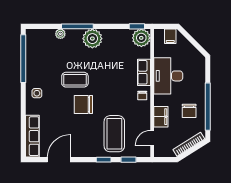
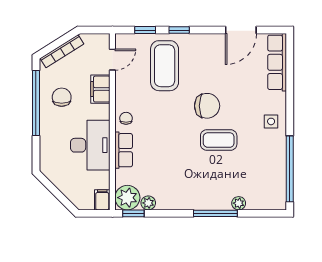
filing cabinet: (170, 36) -> (102, 200), moved
plant: (92, 39) -> (148, 203), moved, width x0.53, depth x0.53

